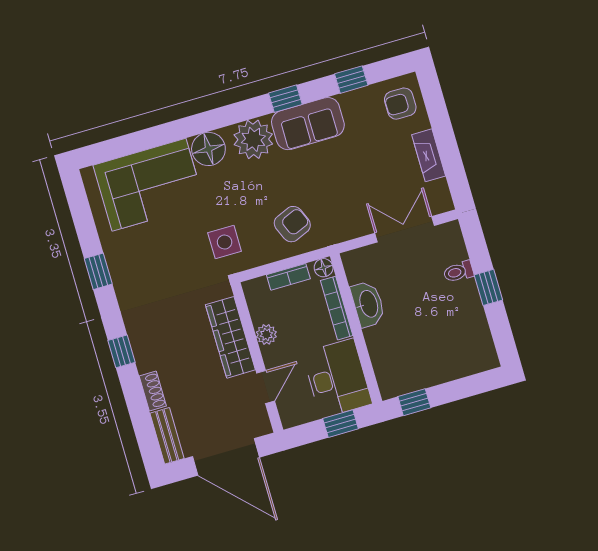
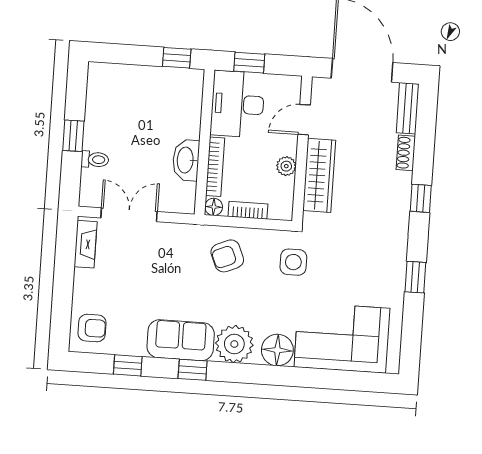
fireplace: (429, 155) -> (86, 244), moved
double door: (405, 229) -> (129, 215), swing flipped

